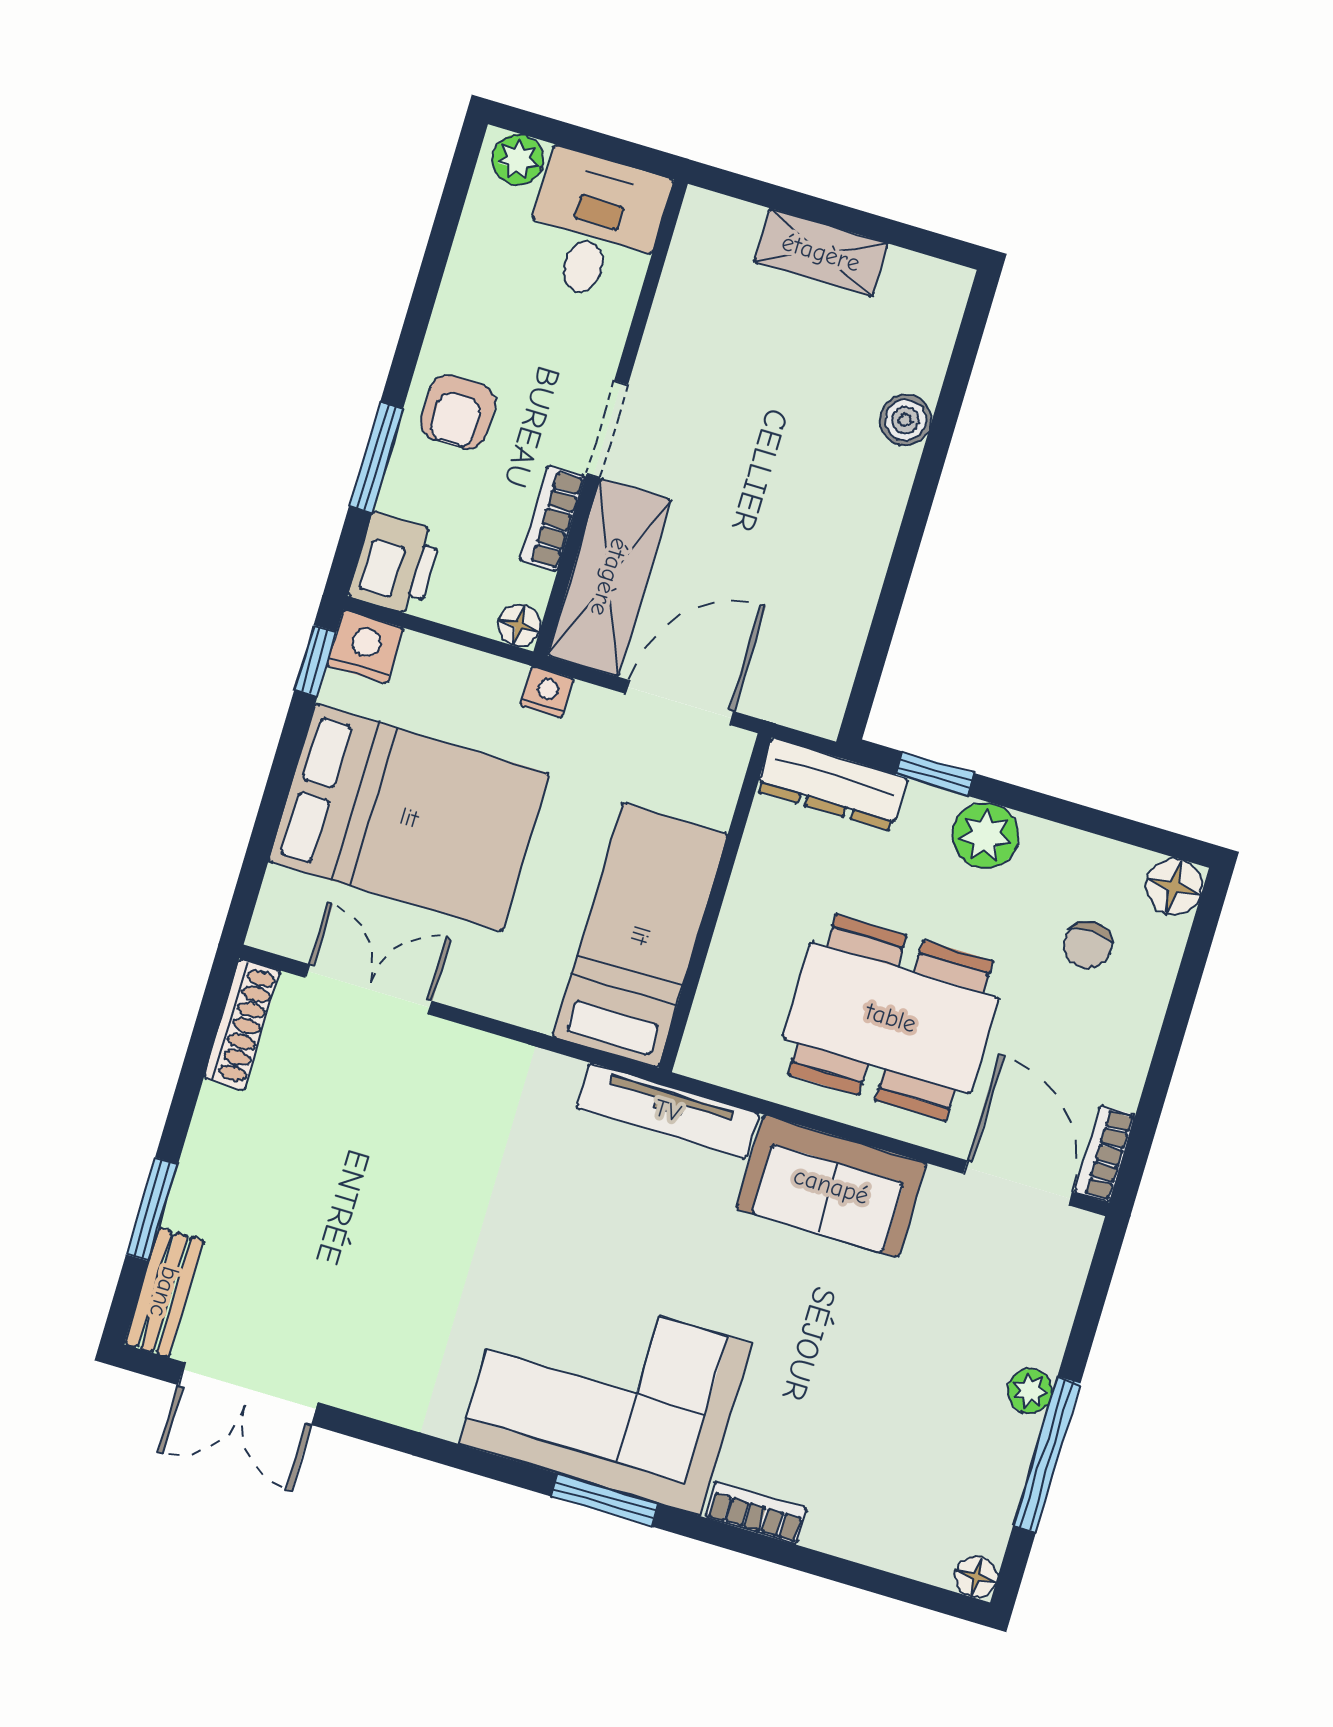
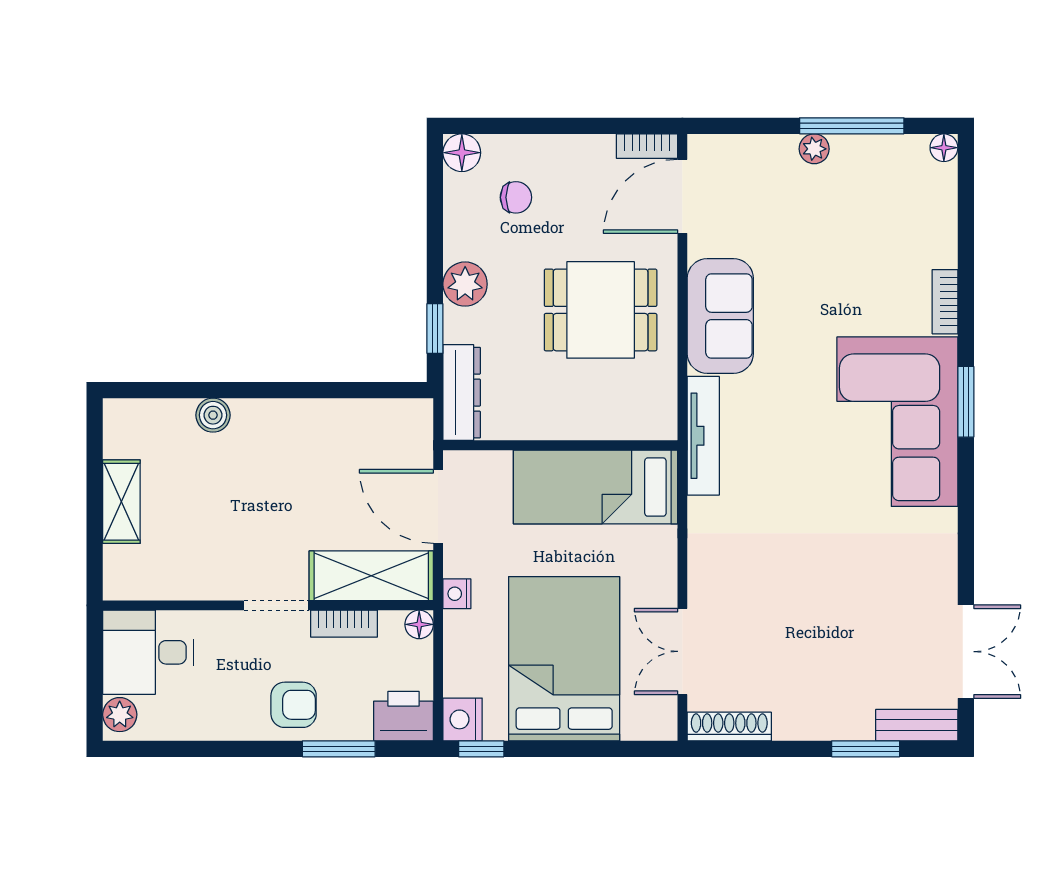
dining table: (891, 1018) -> (601, 310), width x0.73

